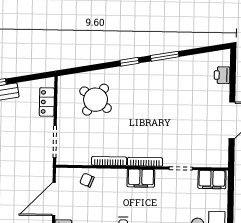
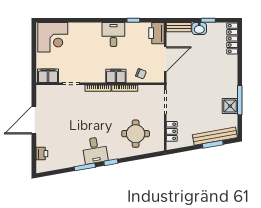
desk: (151, 78) -> (95, 150), added
round table: (96, 100) -> (136, 134), turned -36
filing cabinet: (141, 178) -> (116, 76), moved

